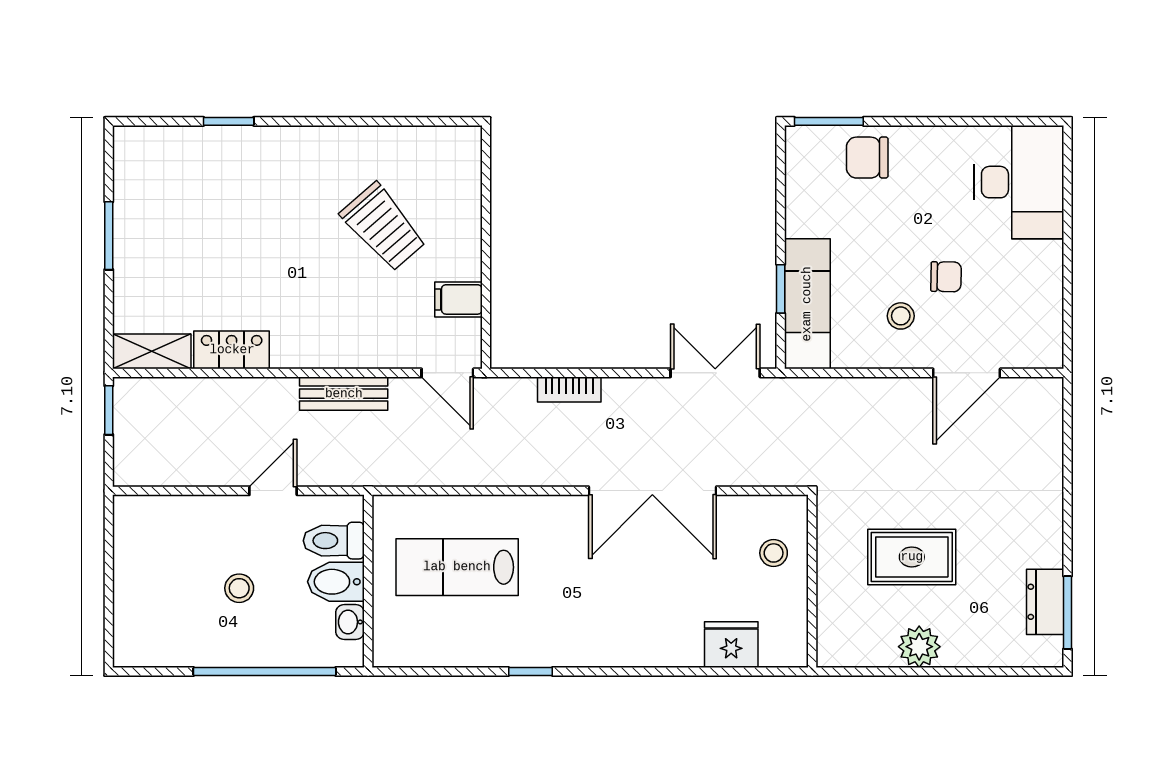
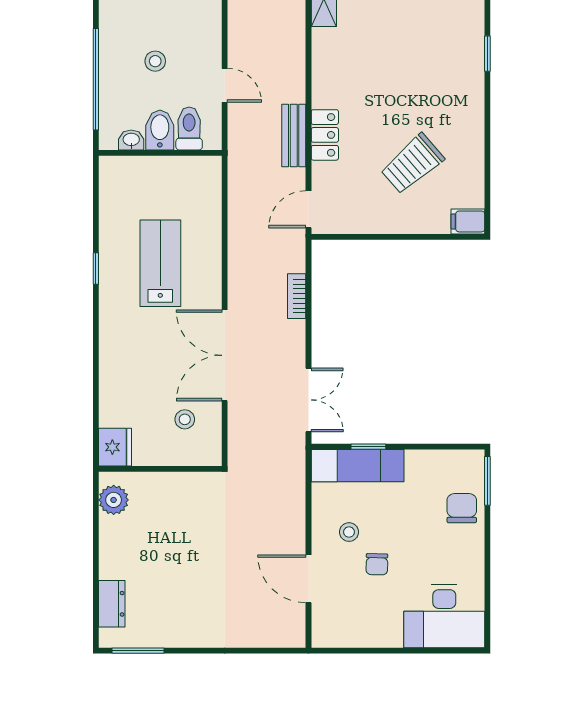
filing cabinet: (459, 299) -> (468, 221), moved, turned -90
locker: (232, 350) -> (325, 135), moved
stool: (774, 553) -> (185, 419), moved
rug: (912, 557) -> (177, 540), removed
lab bench: (457, 567) -> (160, 263), moved
dresser: (1045, 602) -> (112, 604), moved, turned 90
fridge: (731, 645) -> (115, 447), moved
plant: (919, 647) -> (114, 500), moved

